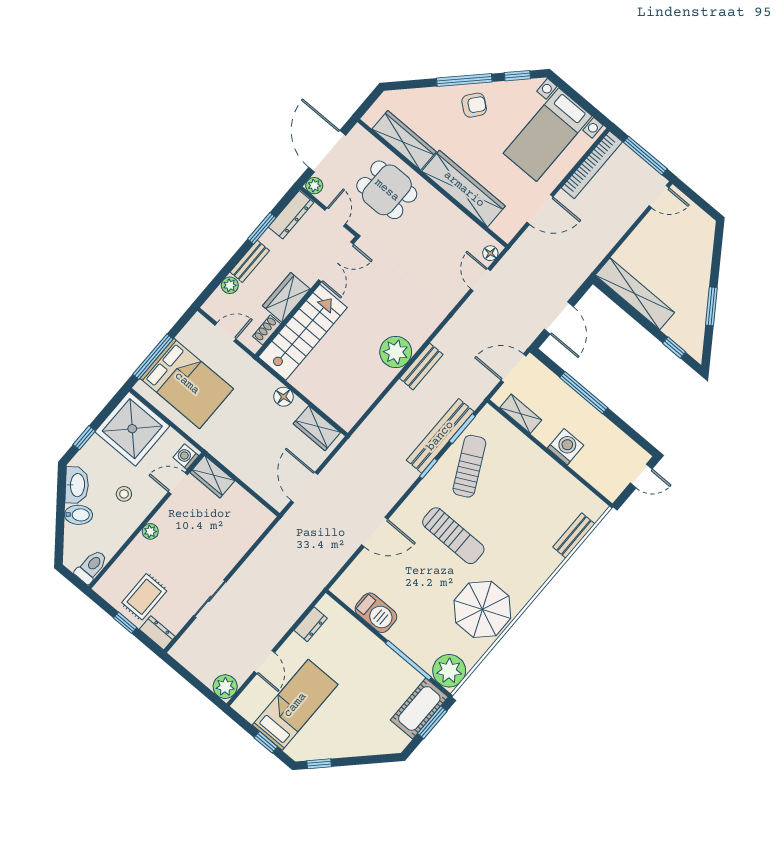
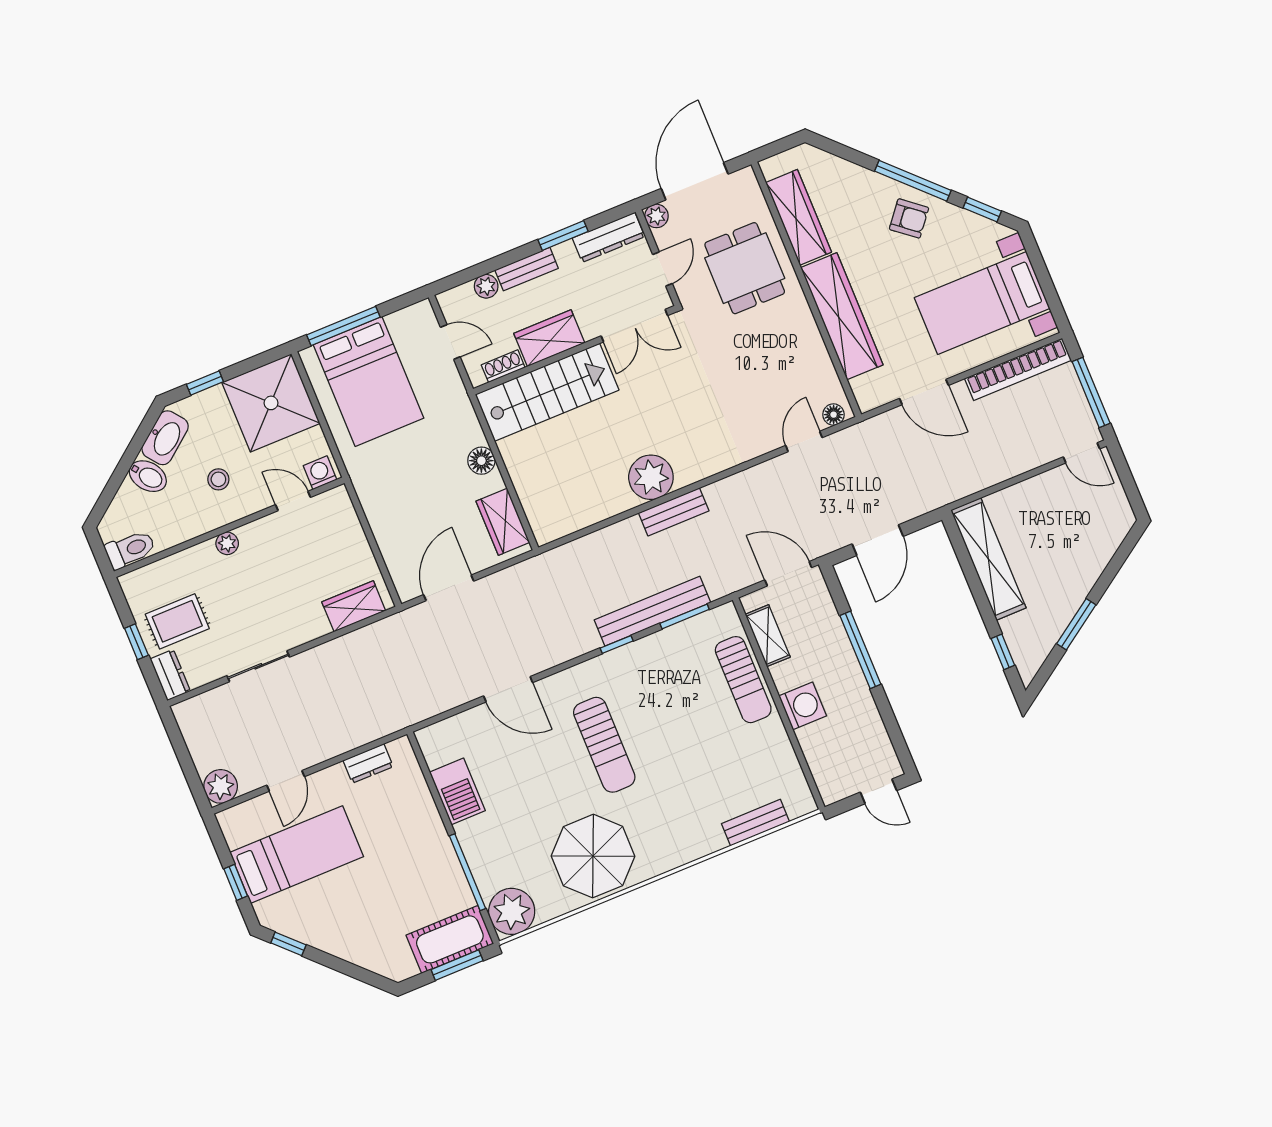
sun lounger: (469, 466) -> (743, 680), moved, turned 117
wardrobe: (212, 477) -> (354, 606), moved, turned 90

